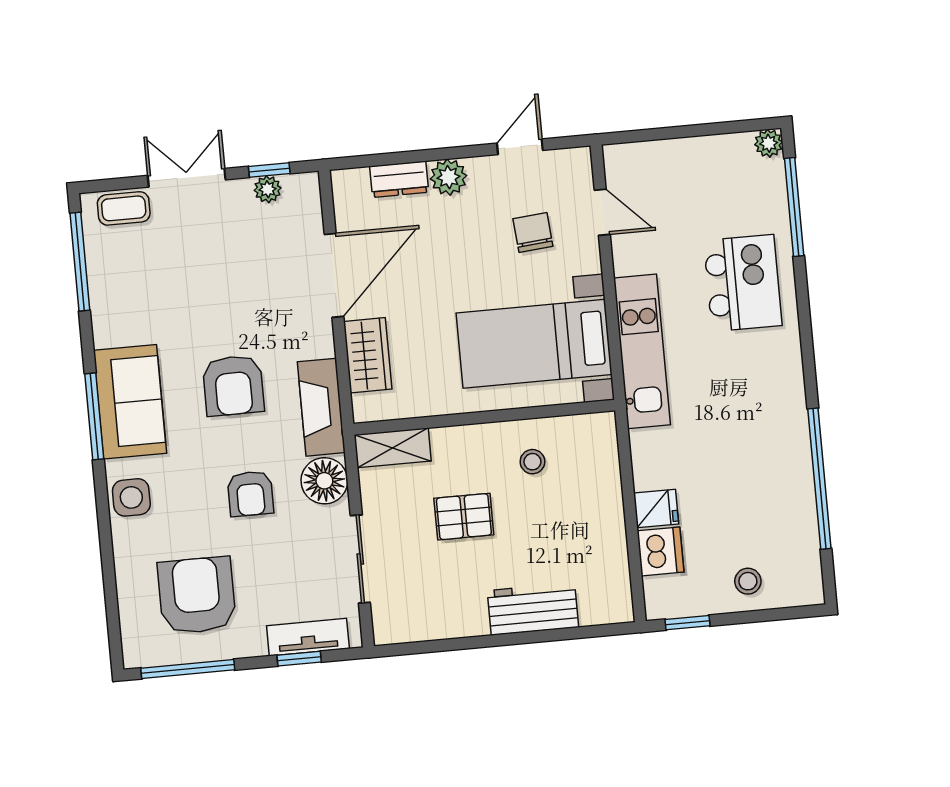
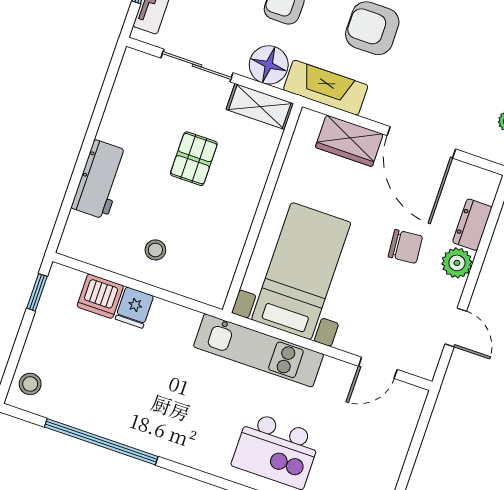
chair: (533, 232) -> (405, 246), moved
shelving: (393, 448) -> (260, 106), moved, turned 90
stool: (532, 462) -> (155, 250), moved
stool: (748, 581) -> (30, 384), moved

